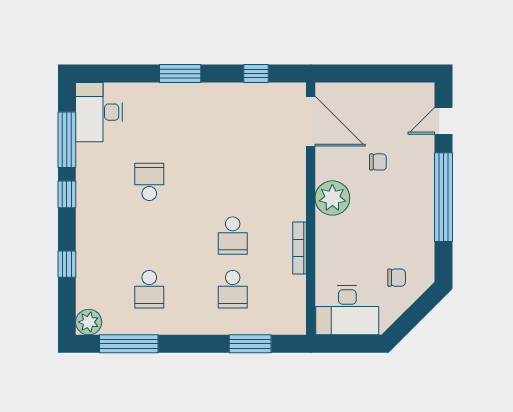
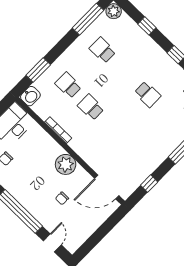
washbasin: (291, 322) -> (30, 96), added

